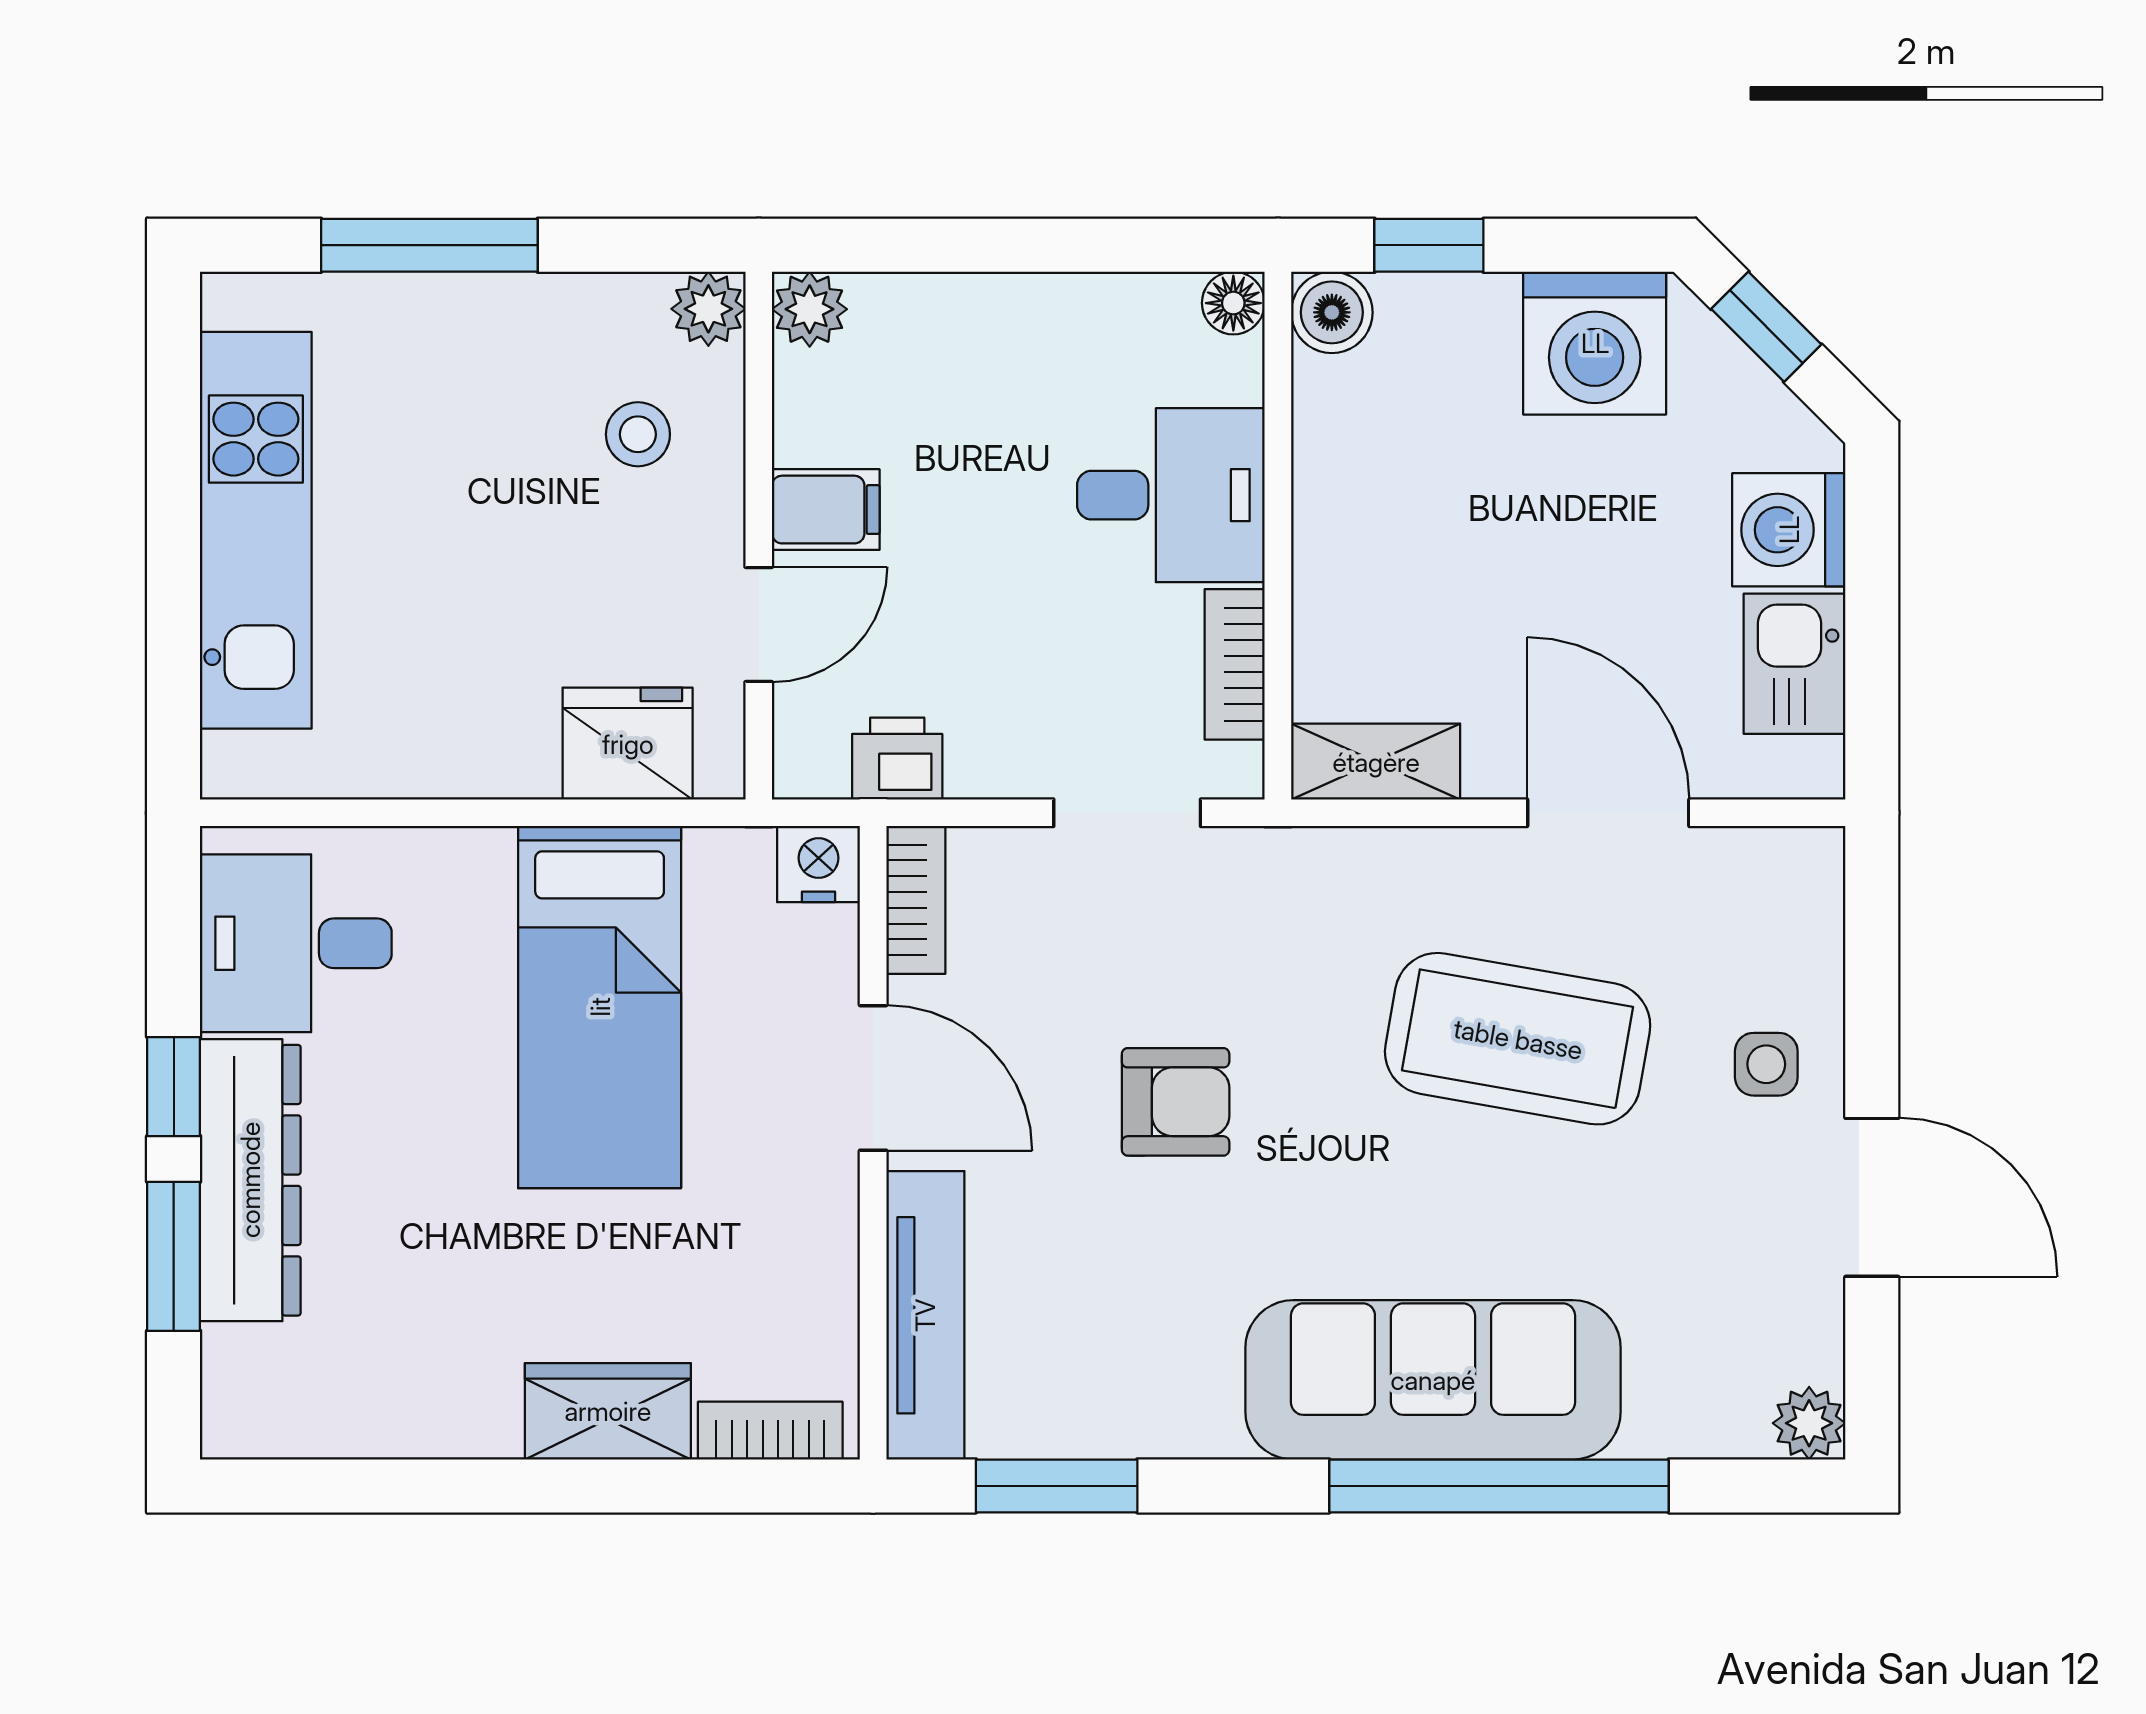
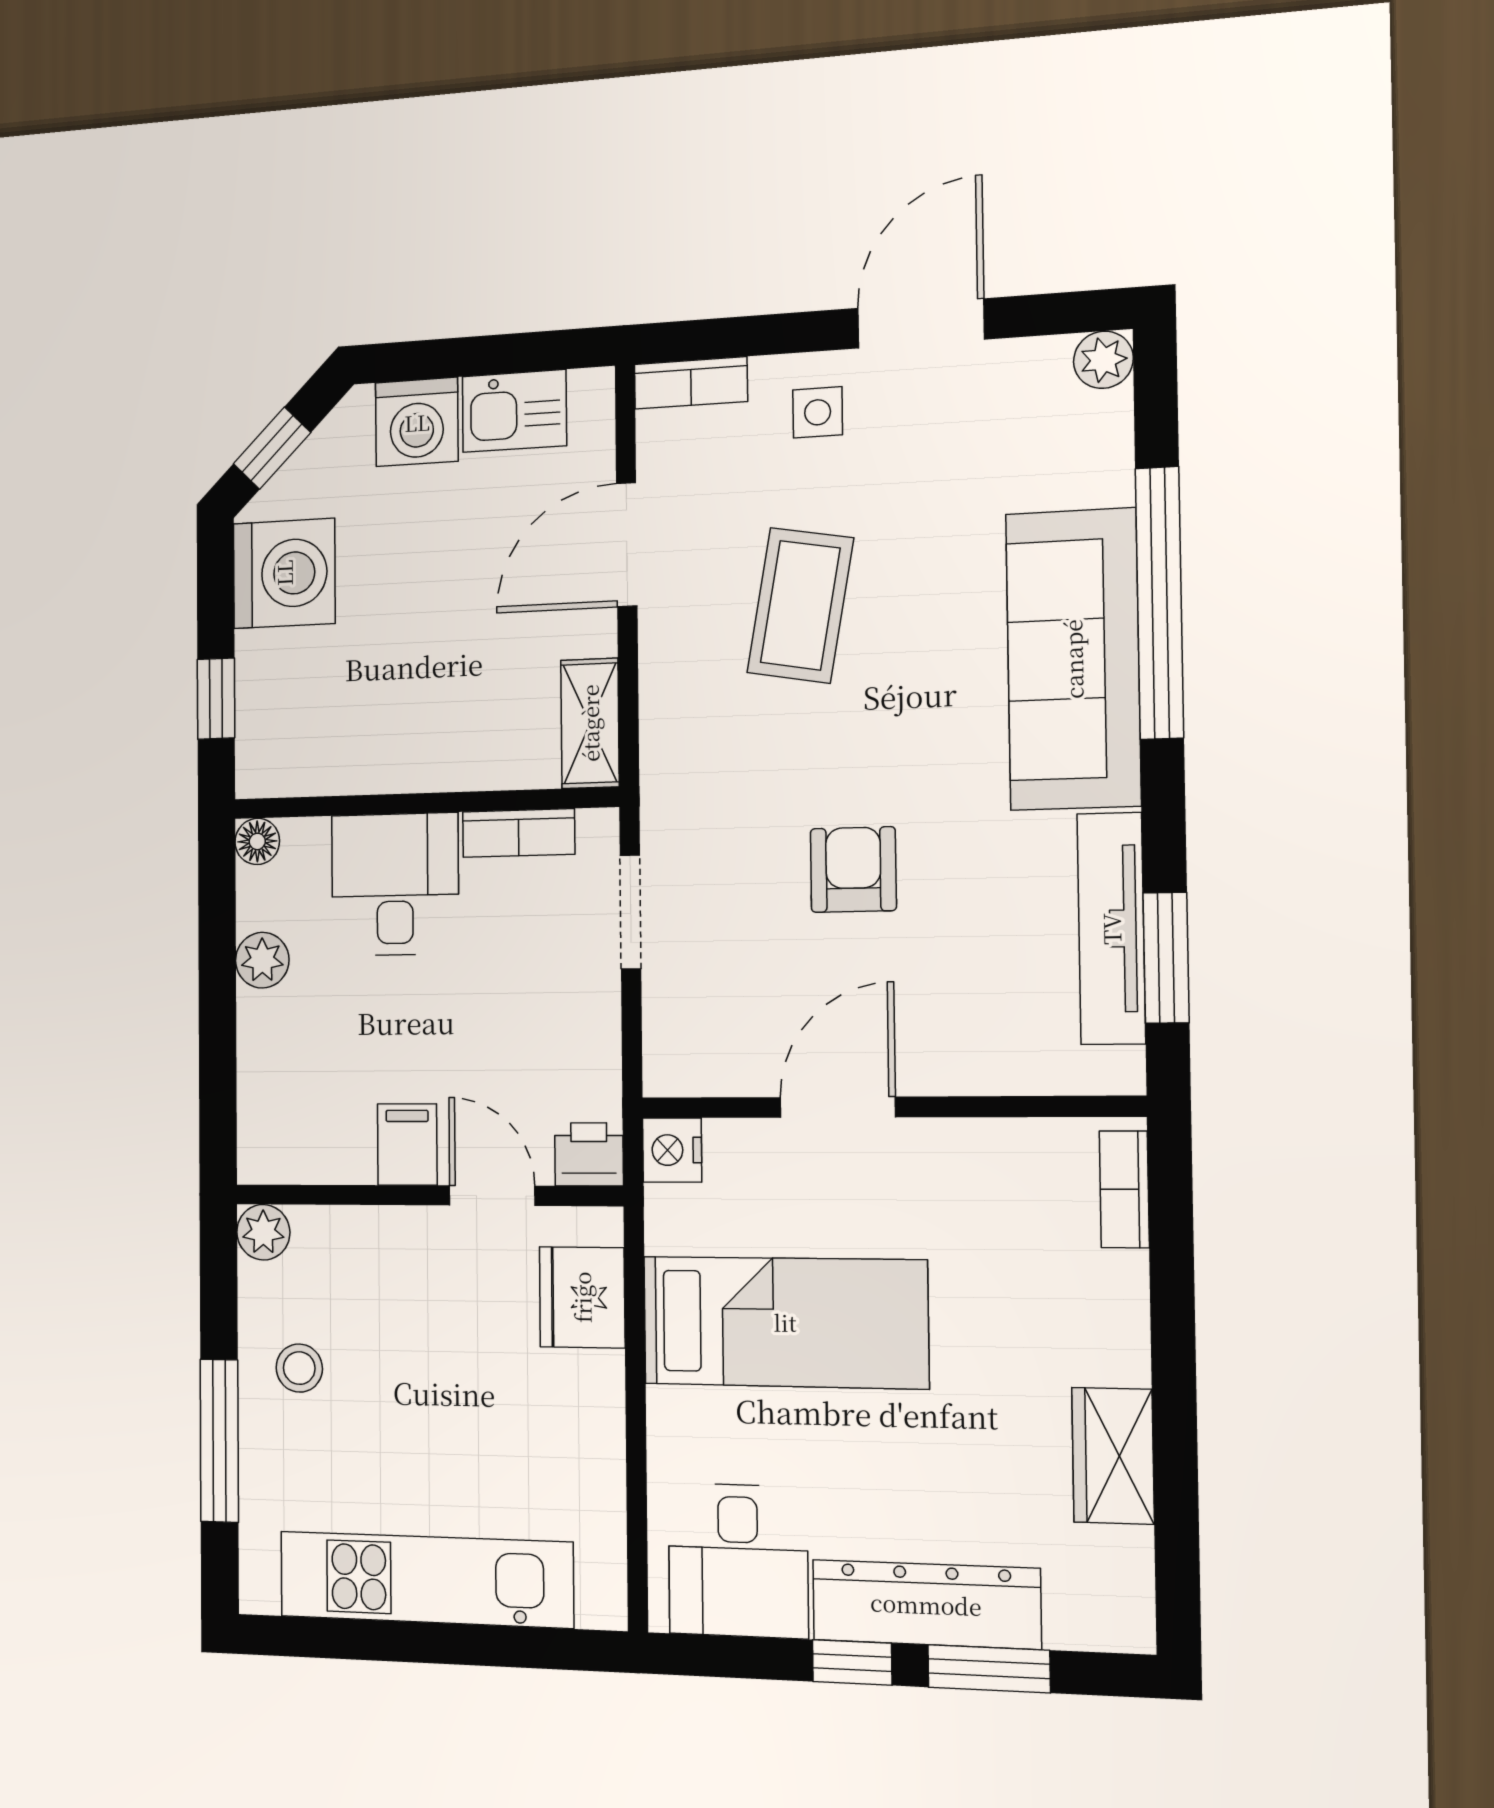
plant: (810, 309) -> (262, 960), moved
boiler: (1332, 312) -> (264, 768), removed
stool: (638, 434) -> (299, 1368), moved
printer: (897, 759) -> (589, 1154), moved, turned 90
bookcase: (916, 900) -> (691, 383), moved, turned 180
coffee table: (1518, 1039) -> (800, 605), width x0.73, depth x0.76
tv unit: (925, 1315) -> (1111, 929), moved, turned -90
wardrobe: (608, 1411) -> (1113, 1456), moved

